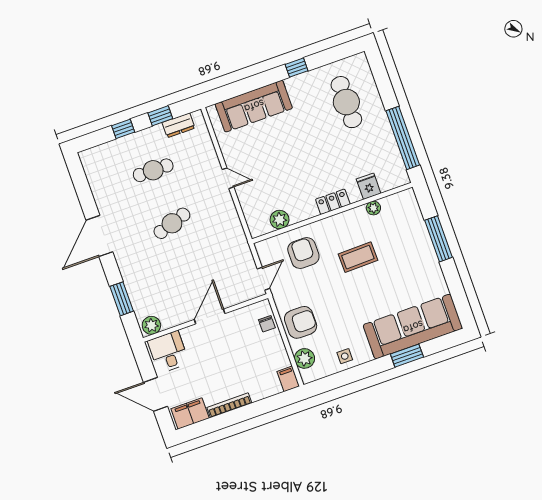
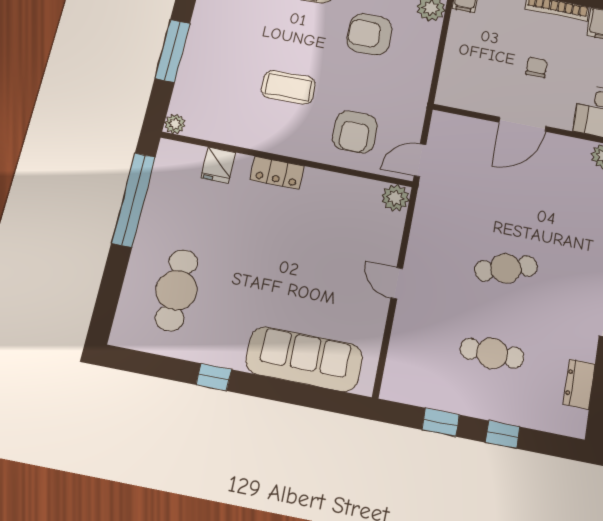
dresser: (178, 125) -> (579, 384), moved, turned -90
plant: (373, 208) -> (175, 124), moved
plant: (280, 220) -> (395, 198), moved
door: (264, 279) -> (420, 160), moved
armchair: (301, 322) -> (369, 34), moved
chair: (267, 324) -> (537, 67), moved

